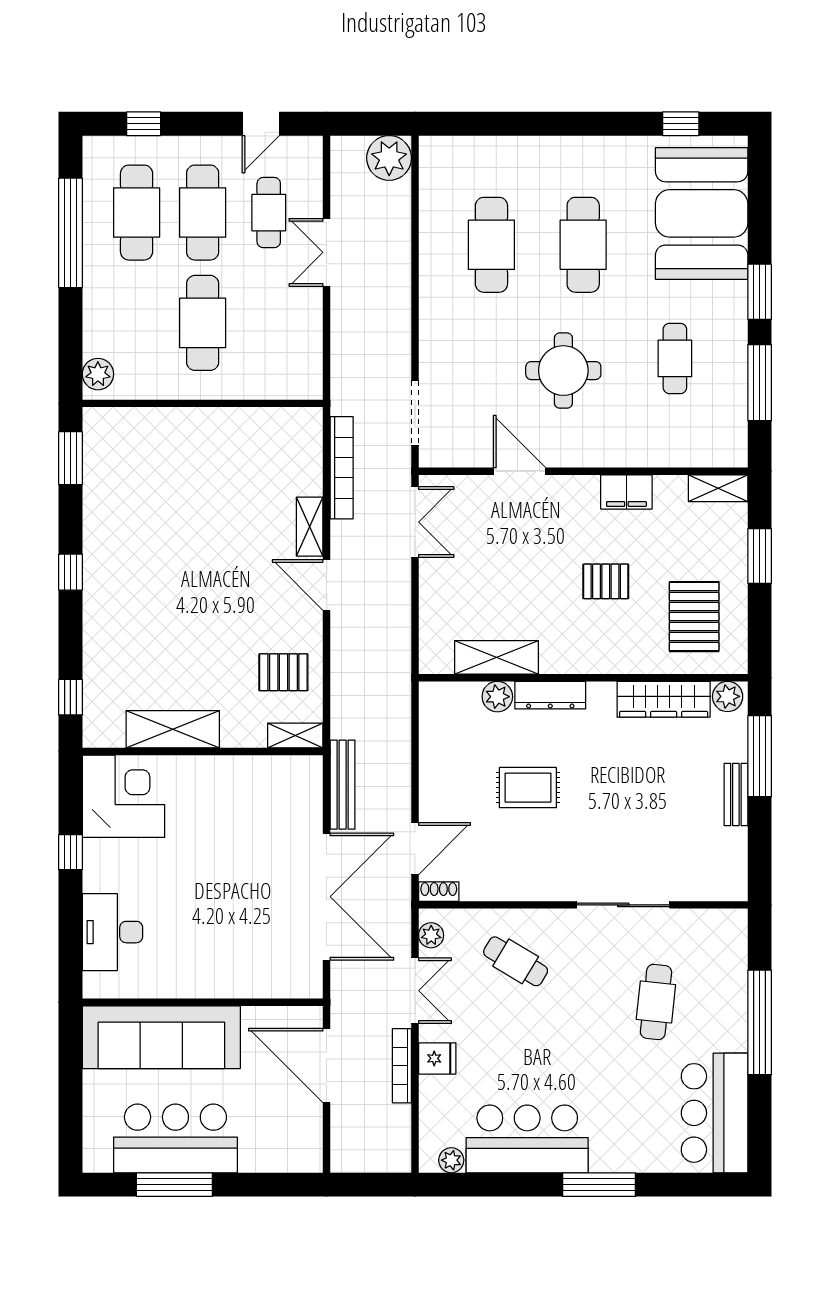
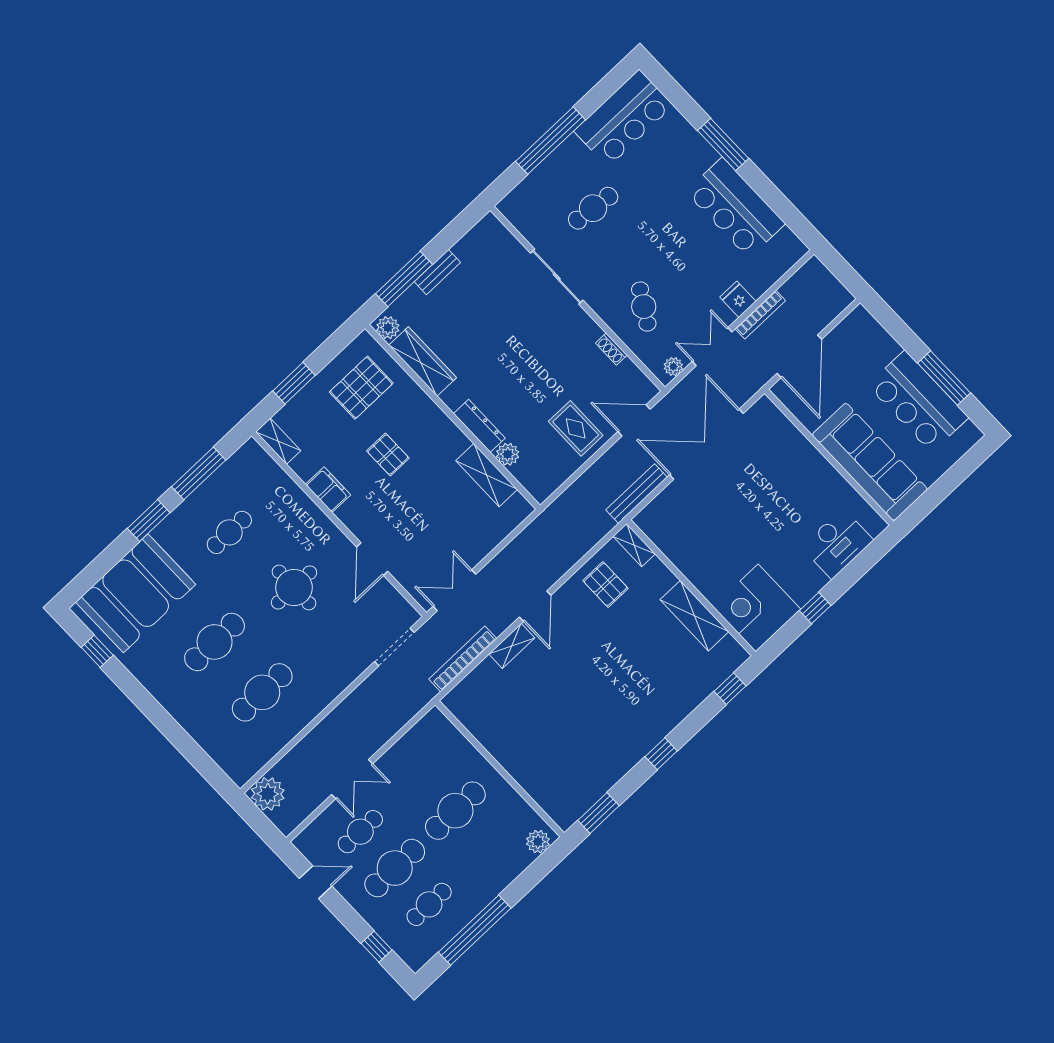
cafe table: (137, 213) -> (429, 904), width x0.73, depth x0.74
rug: (528, 788) -> (576, 428), moved
shoe rack: (439, 892) -> (611, 349), moved
plant: (451, 1160) -> (787, 238), removed

